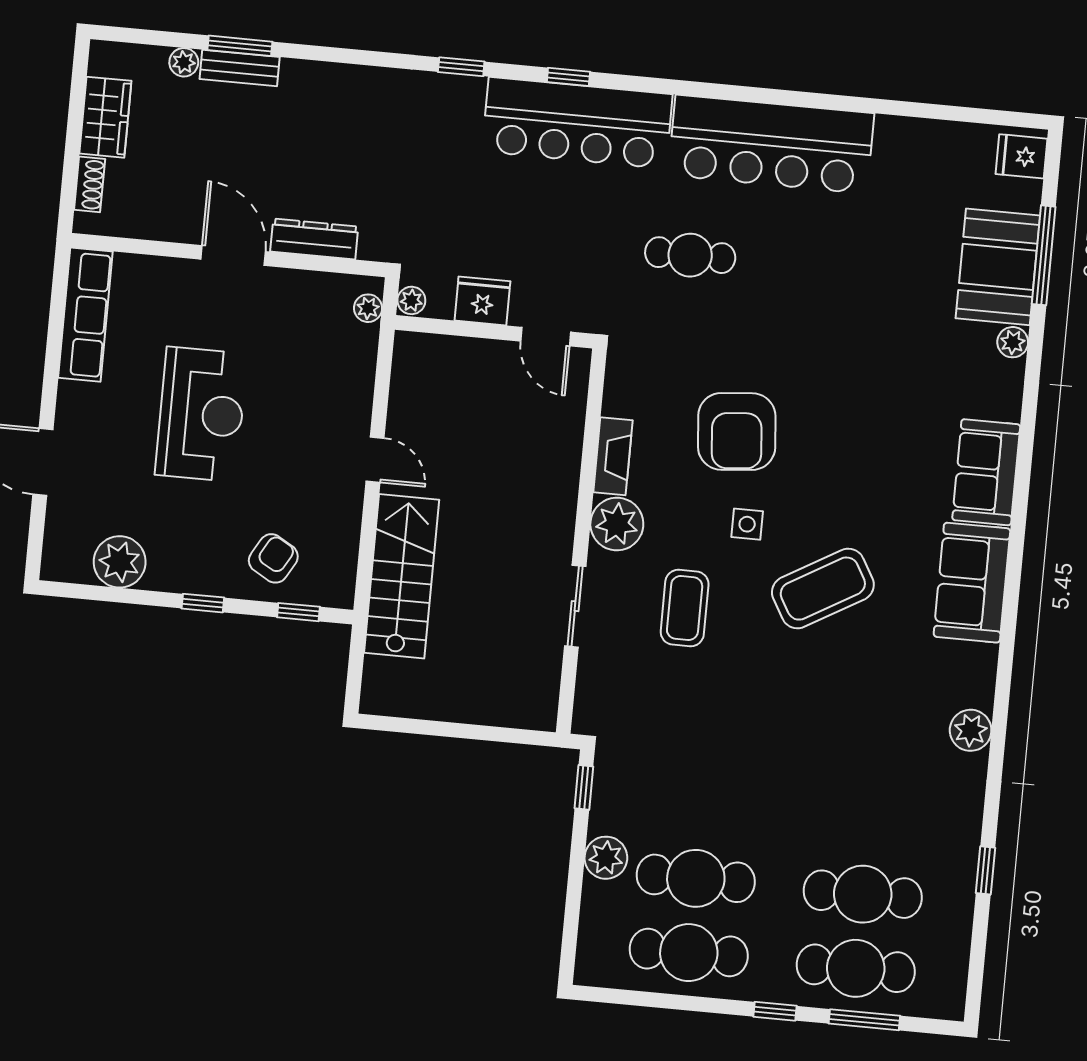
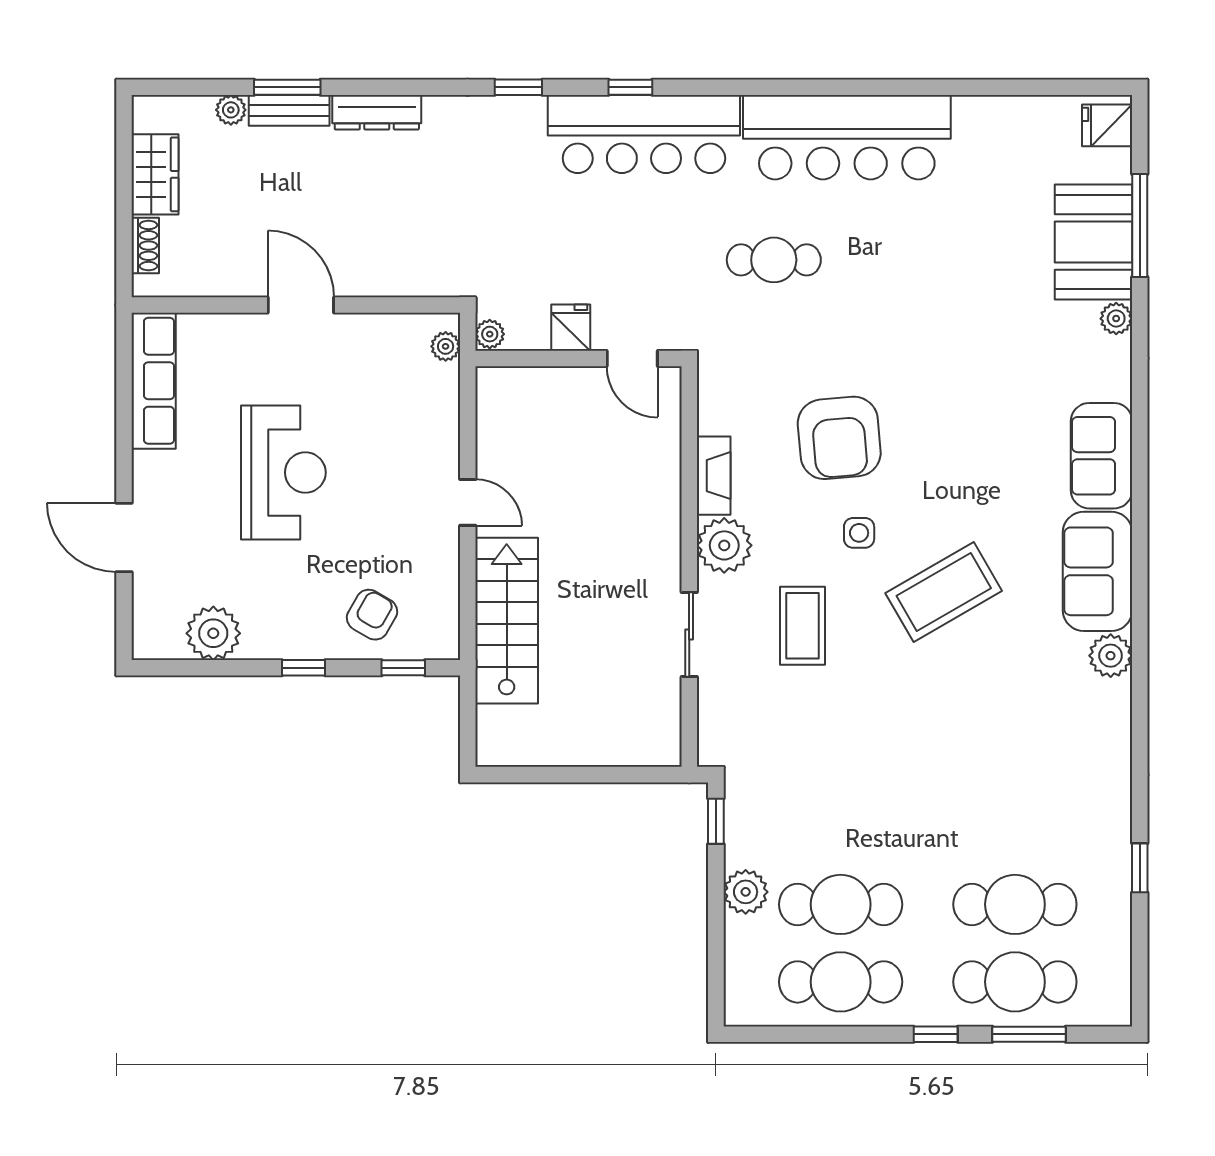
dresser: (314, 239) -> (377, 112), moved, turned 180
fridge: (482, 301) -> (571, 328), width x0.72
plant: (971, 730) -> (1111, 656), moved

